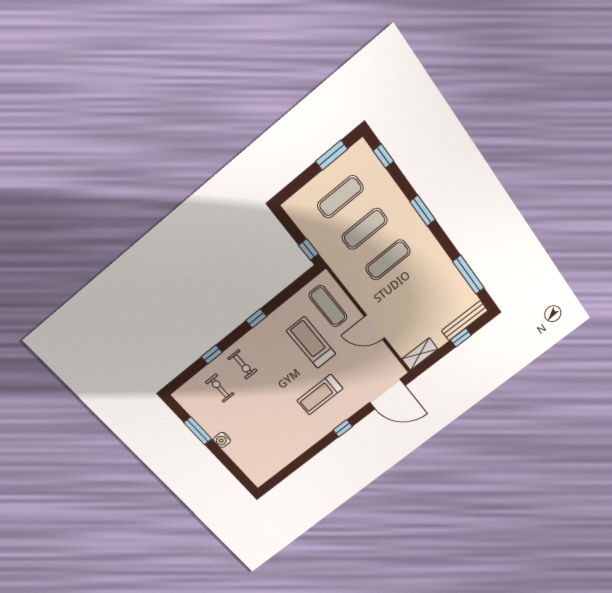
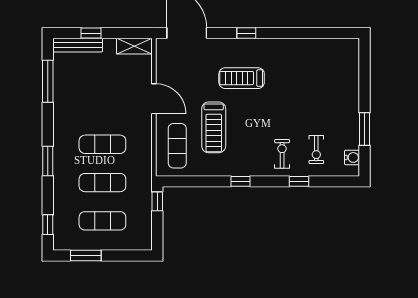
treadmill: (320, 395) -> (242, 78), turned 180
water cooler: (222, 440) -> (352, 157), moved

